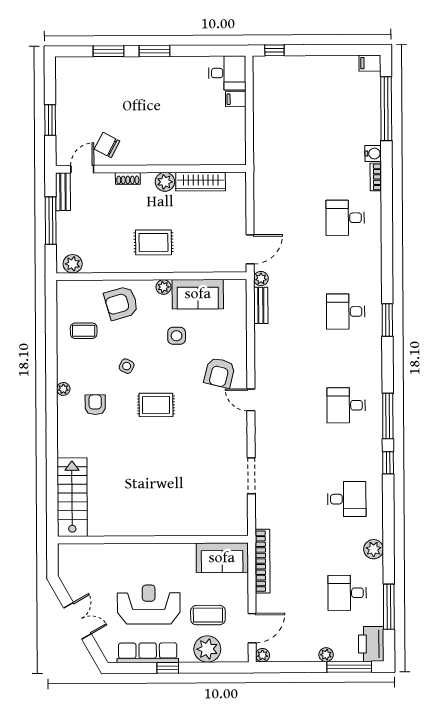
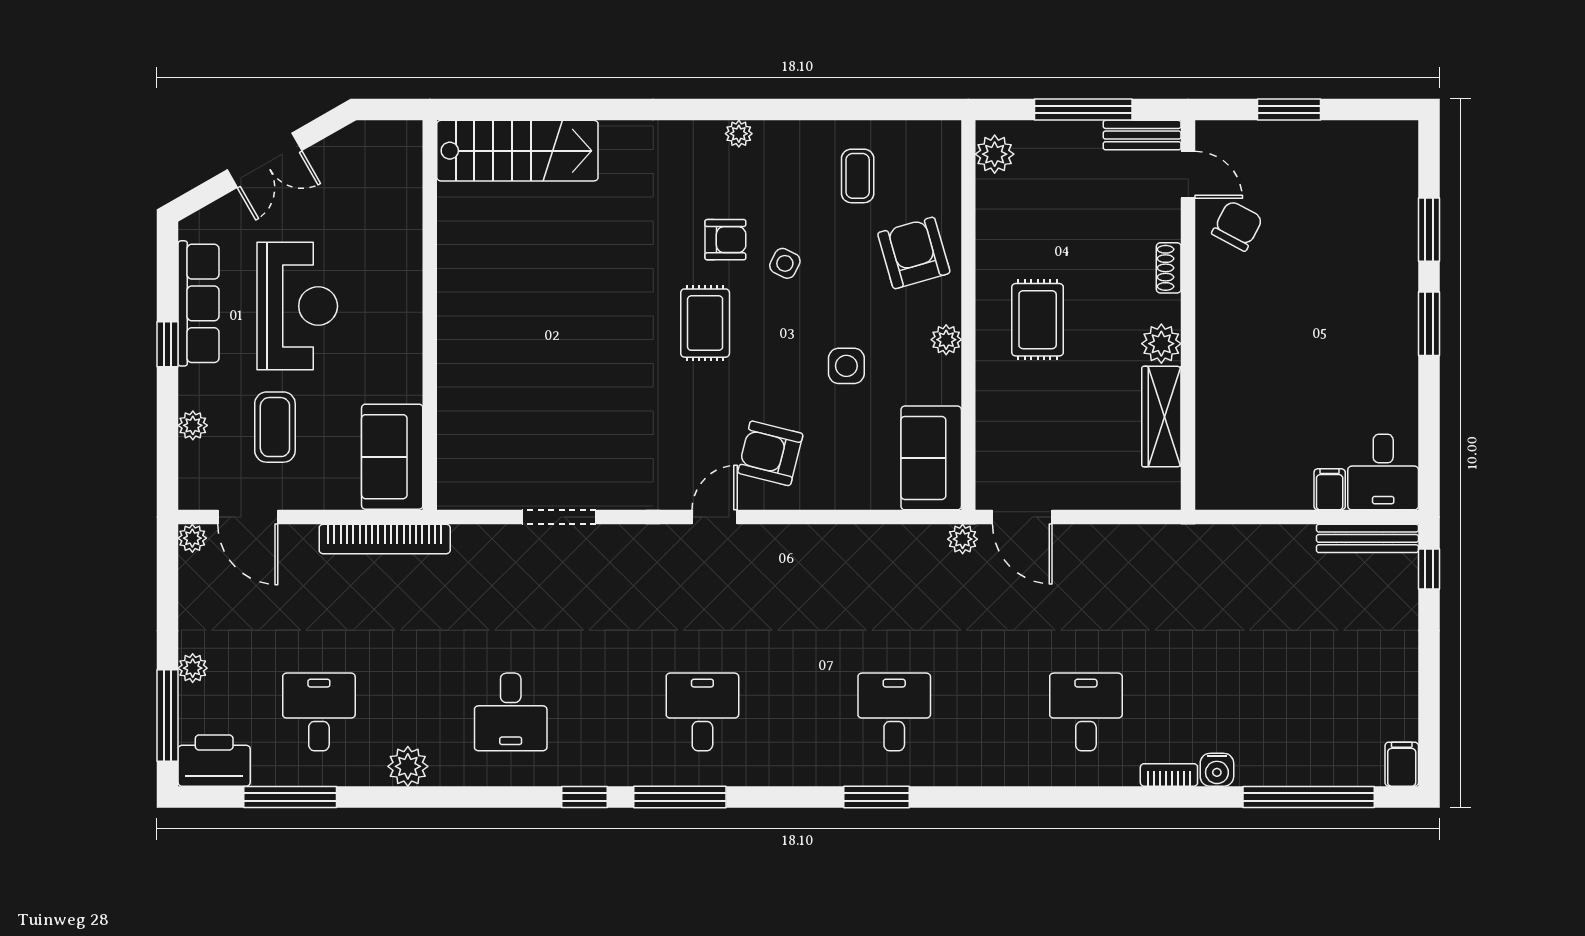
sofa: (198, 294) -> (931, 458), moved
bench: (261, 305) -> (1367, 538), moved, width x1.36
armchair: (95, 405) -> (725, 240), moved
plant: (207, 649) -> (193, 425), width x0.53, depth x0.53

